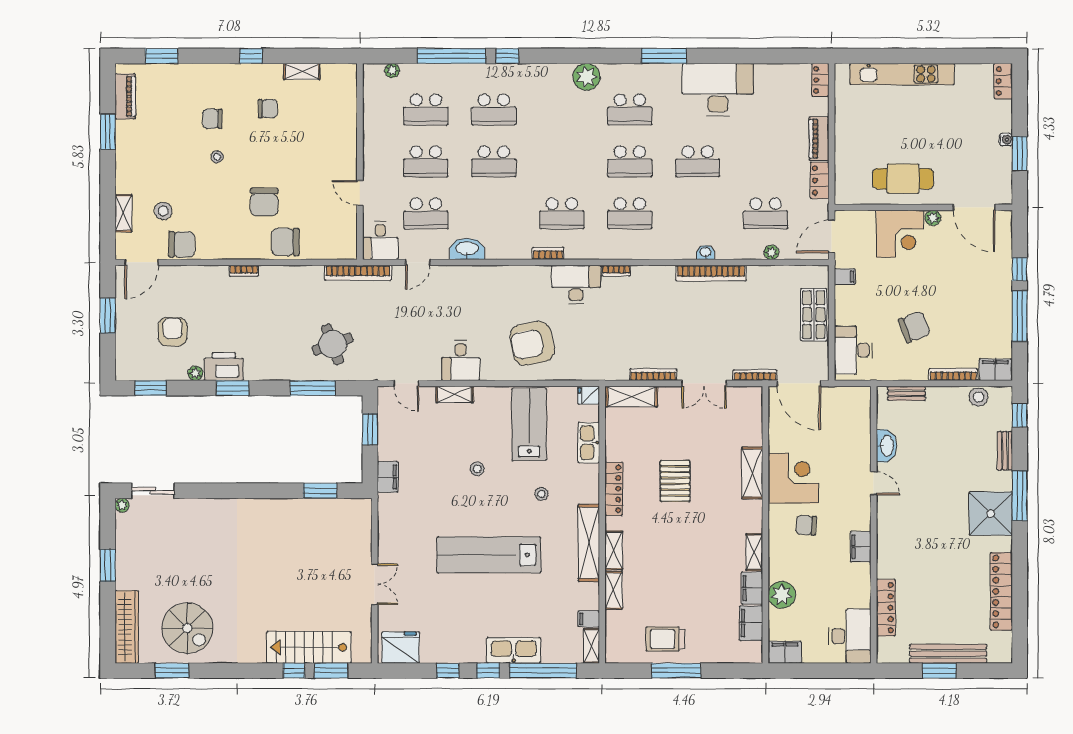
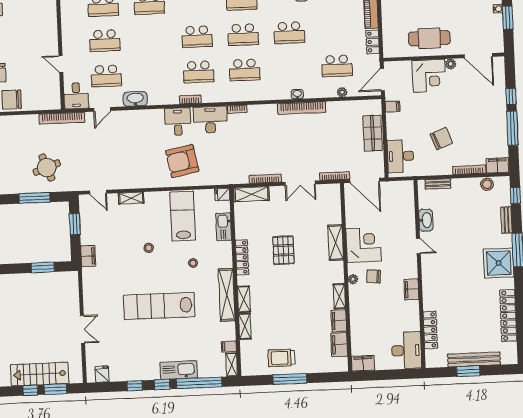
school desk: (494, 161) -> (197, 37), moved
desk: (461, 361) -> (178, 122), moved, turned 180
plant: (782, 595) -> (353, 279), moved, width x0.53, depth x0.53
fridge: (401, 648) -> (102, 374), width x0.53, depth x0.75

